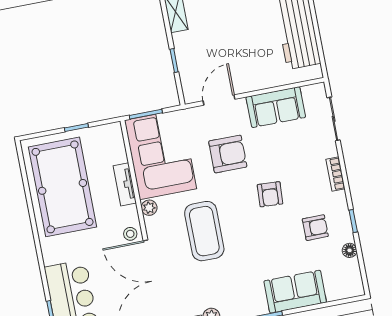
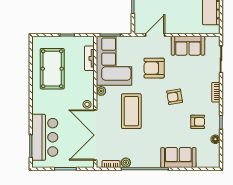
armchair: (228, 154) -> (154, 68), turned 180
tv unit: (125, 184) -> (89, 58), moved
pool table: (63, 187) -> (52, 69), width x0.73, depth x0.76
armchair: (270, 194) -> (175, 97), turned 78

